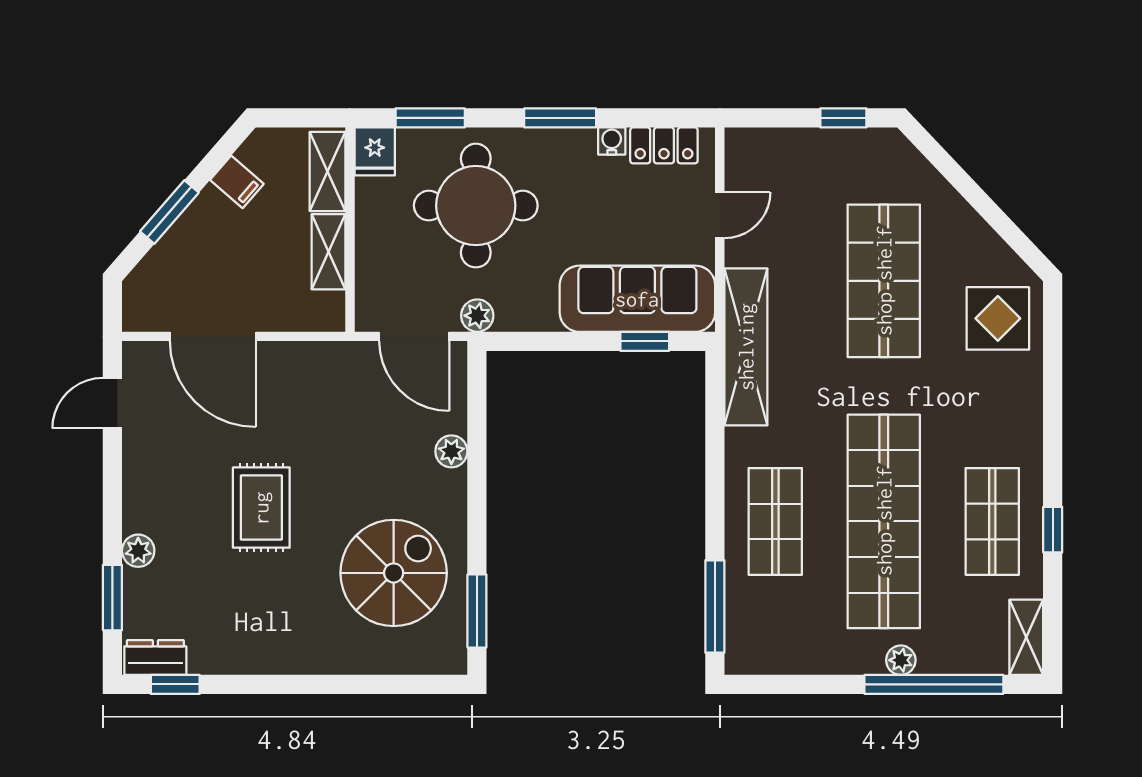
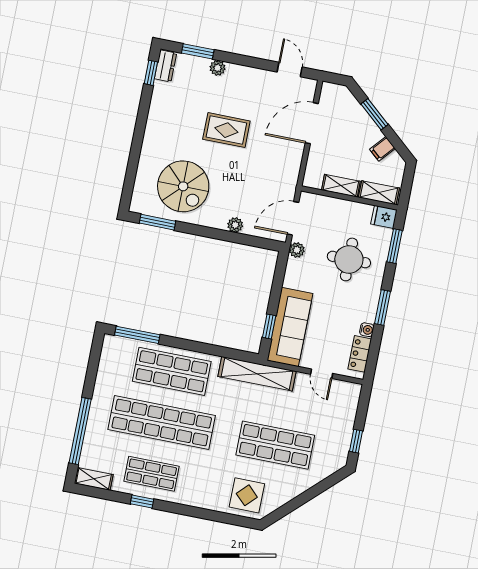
round table: (476, 206) -> (349, 259), width x0.73, depth x0.73
shop shelf: (775, 521) -> (172, 371), width x1.43, depth x1.36
plant: (901, 660) -> (95, 418), removed

